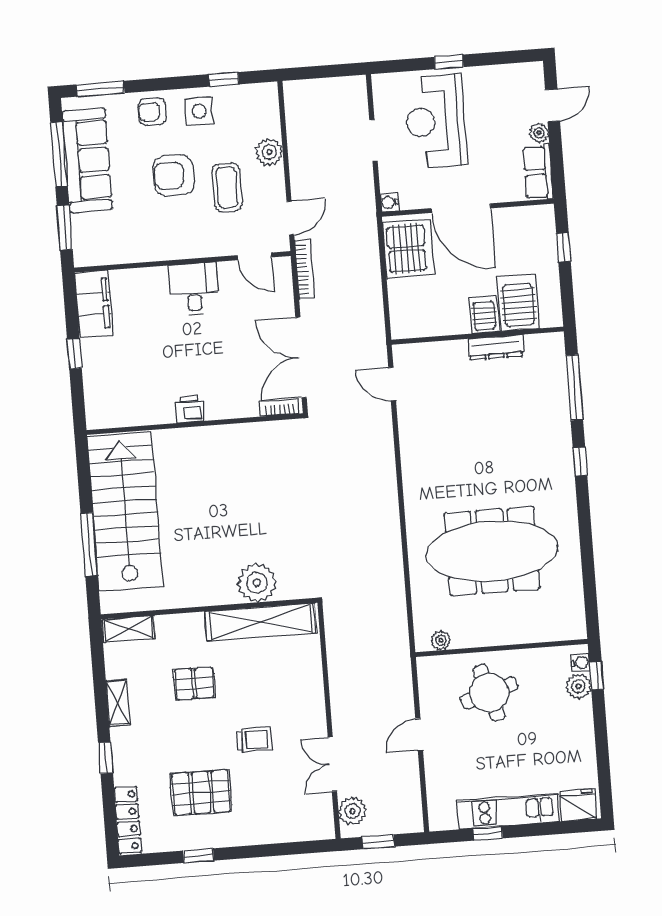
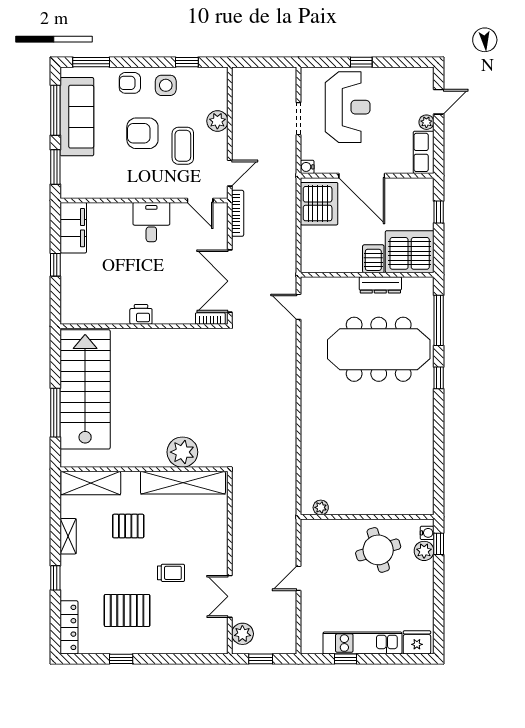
reception desk: (436, 121) -> (348, 107), turned 180
server rack: (518, 303) -> (410, 252), width x1.60
meeting table: (492, 551) -> (379, 349), moved
shelving: (129, 629) -> (91, 483), width x1.50, depth x1.33
round table: (489, 693) -> (378, 550), moved

